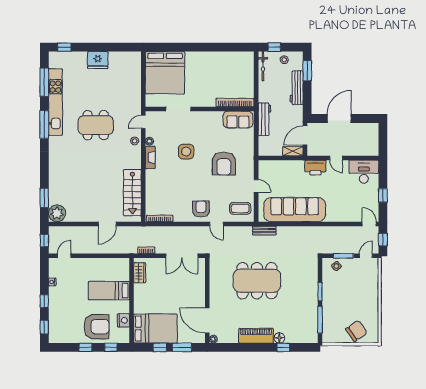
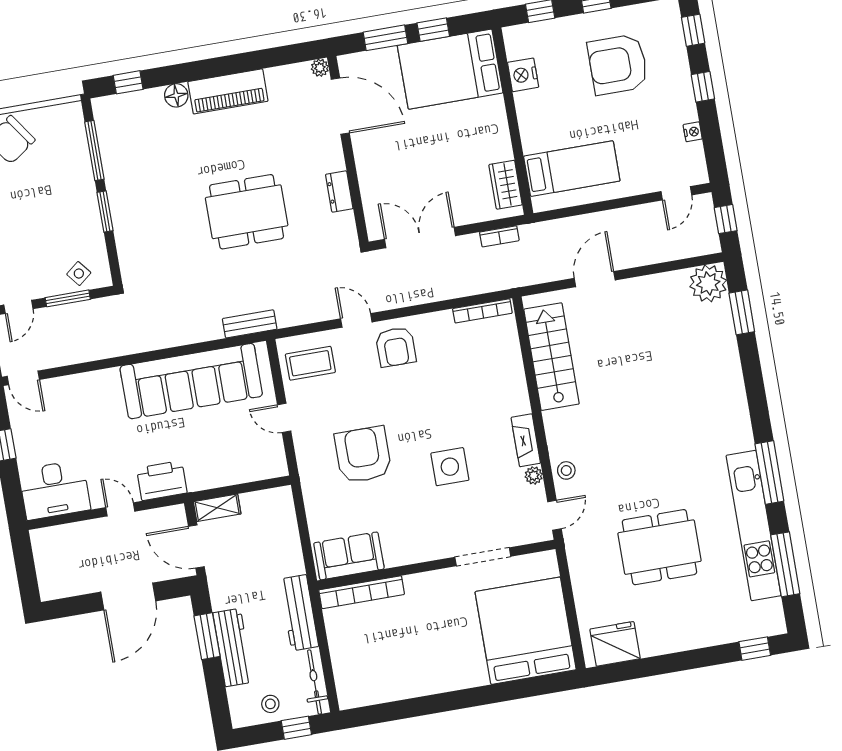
fridge: (98, 60) -> (615, 644), moved
window: (307, 71) -> (207, 636), moved
workbench: (264, 119) -> (299, 613), moved
dining table: (96, 125) -> (659, 547), moved
door: (305, 136) -> (196, 547), swing flipped
dining table: (257, 281) -> (247, 212), width x0.73, depth x0.80
dresser: (214, 283) -> (339, 191), added
bed: (109, 291) -> (572, 169), moved
armchair: (97, 327) -> (618, 64), moved
window: (283, 347) -> (128, 82), moved

